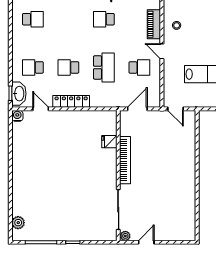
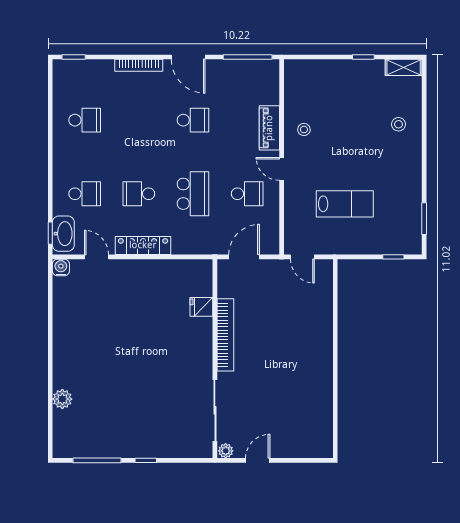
school desk: (104, 19) -> (193, 120), turned 180
school desk: (33, 67) -> (85, 194), turned 180
plant: (18, 223) -> (62, 399), moved

